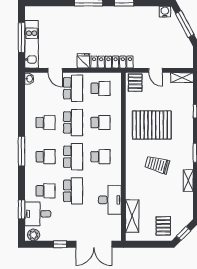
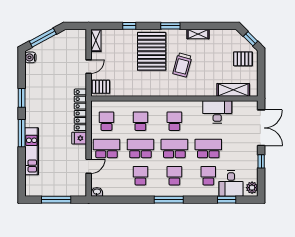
kitchen unit: (32, 44) -> (32, 151), moved, turned 90
pallet: (152, 125) -> (152, 51), moved

